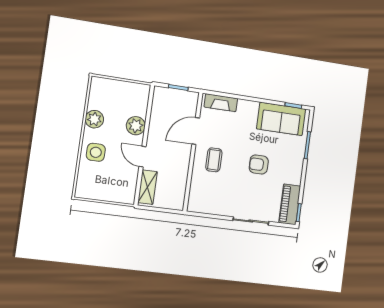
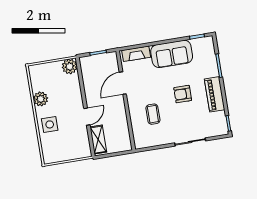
sofa: (281, 119) -> (172, 54), moved
plant: (136, 126) -> (70, 67), moved
door: (143, 157) -> (87, 117), swing flipped
coffee table: (214, 160) -> (153, 114), moved
piano: (290, 204) -> (215, 94), moved

